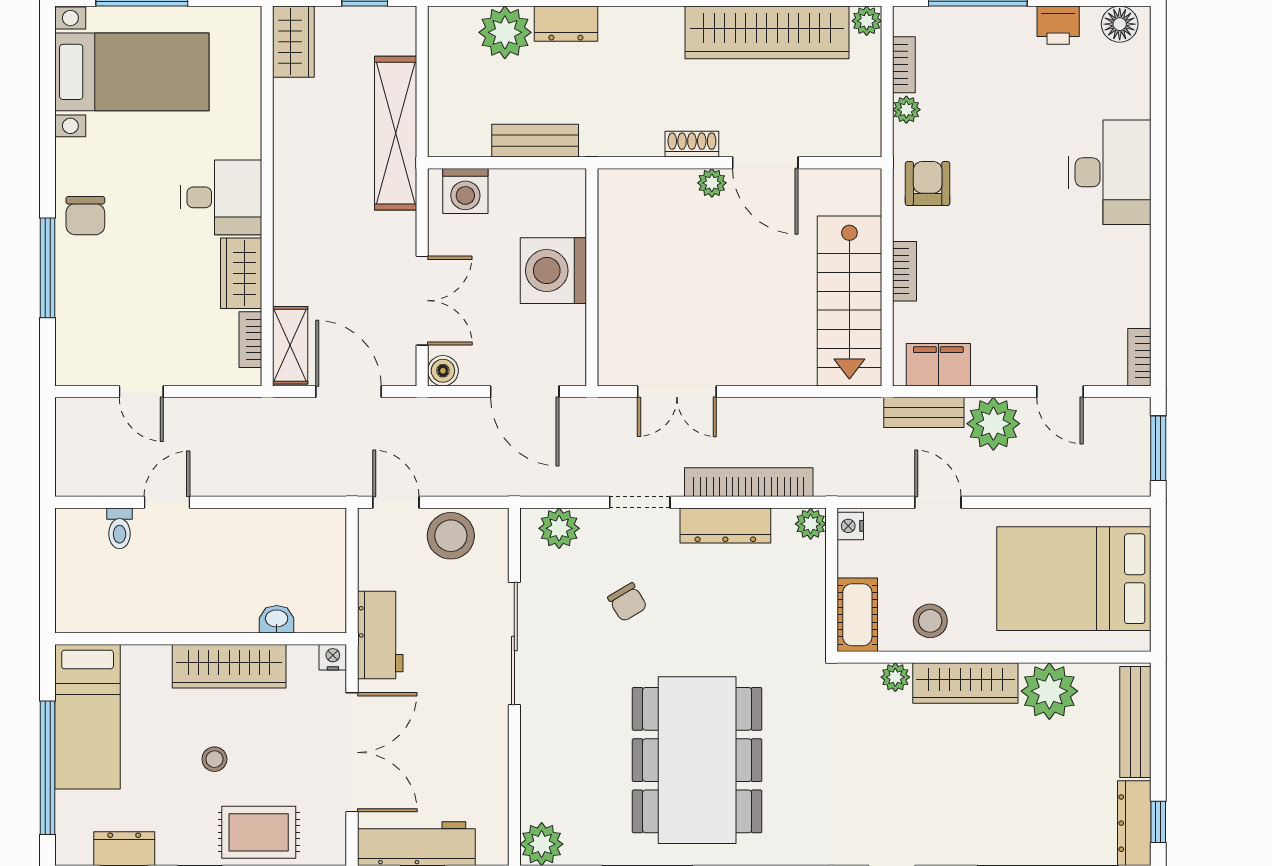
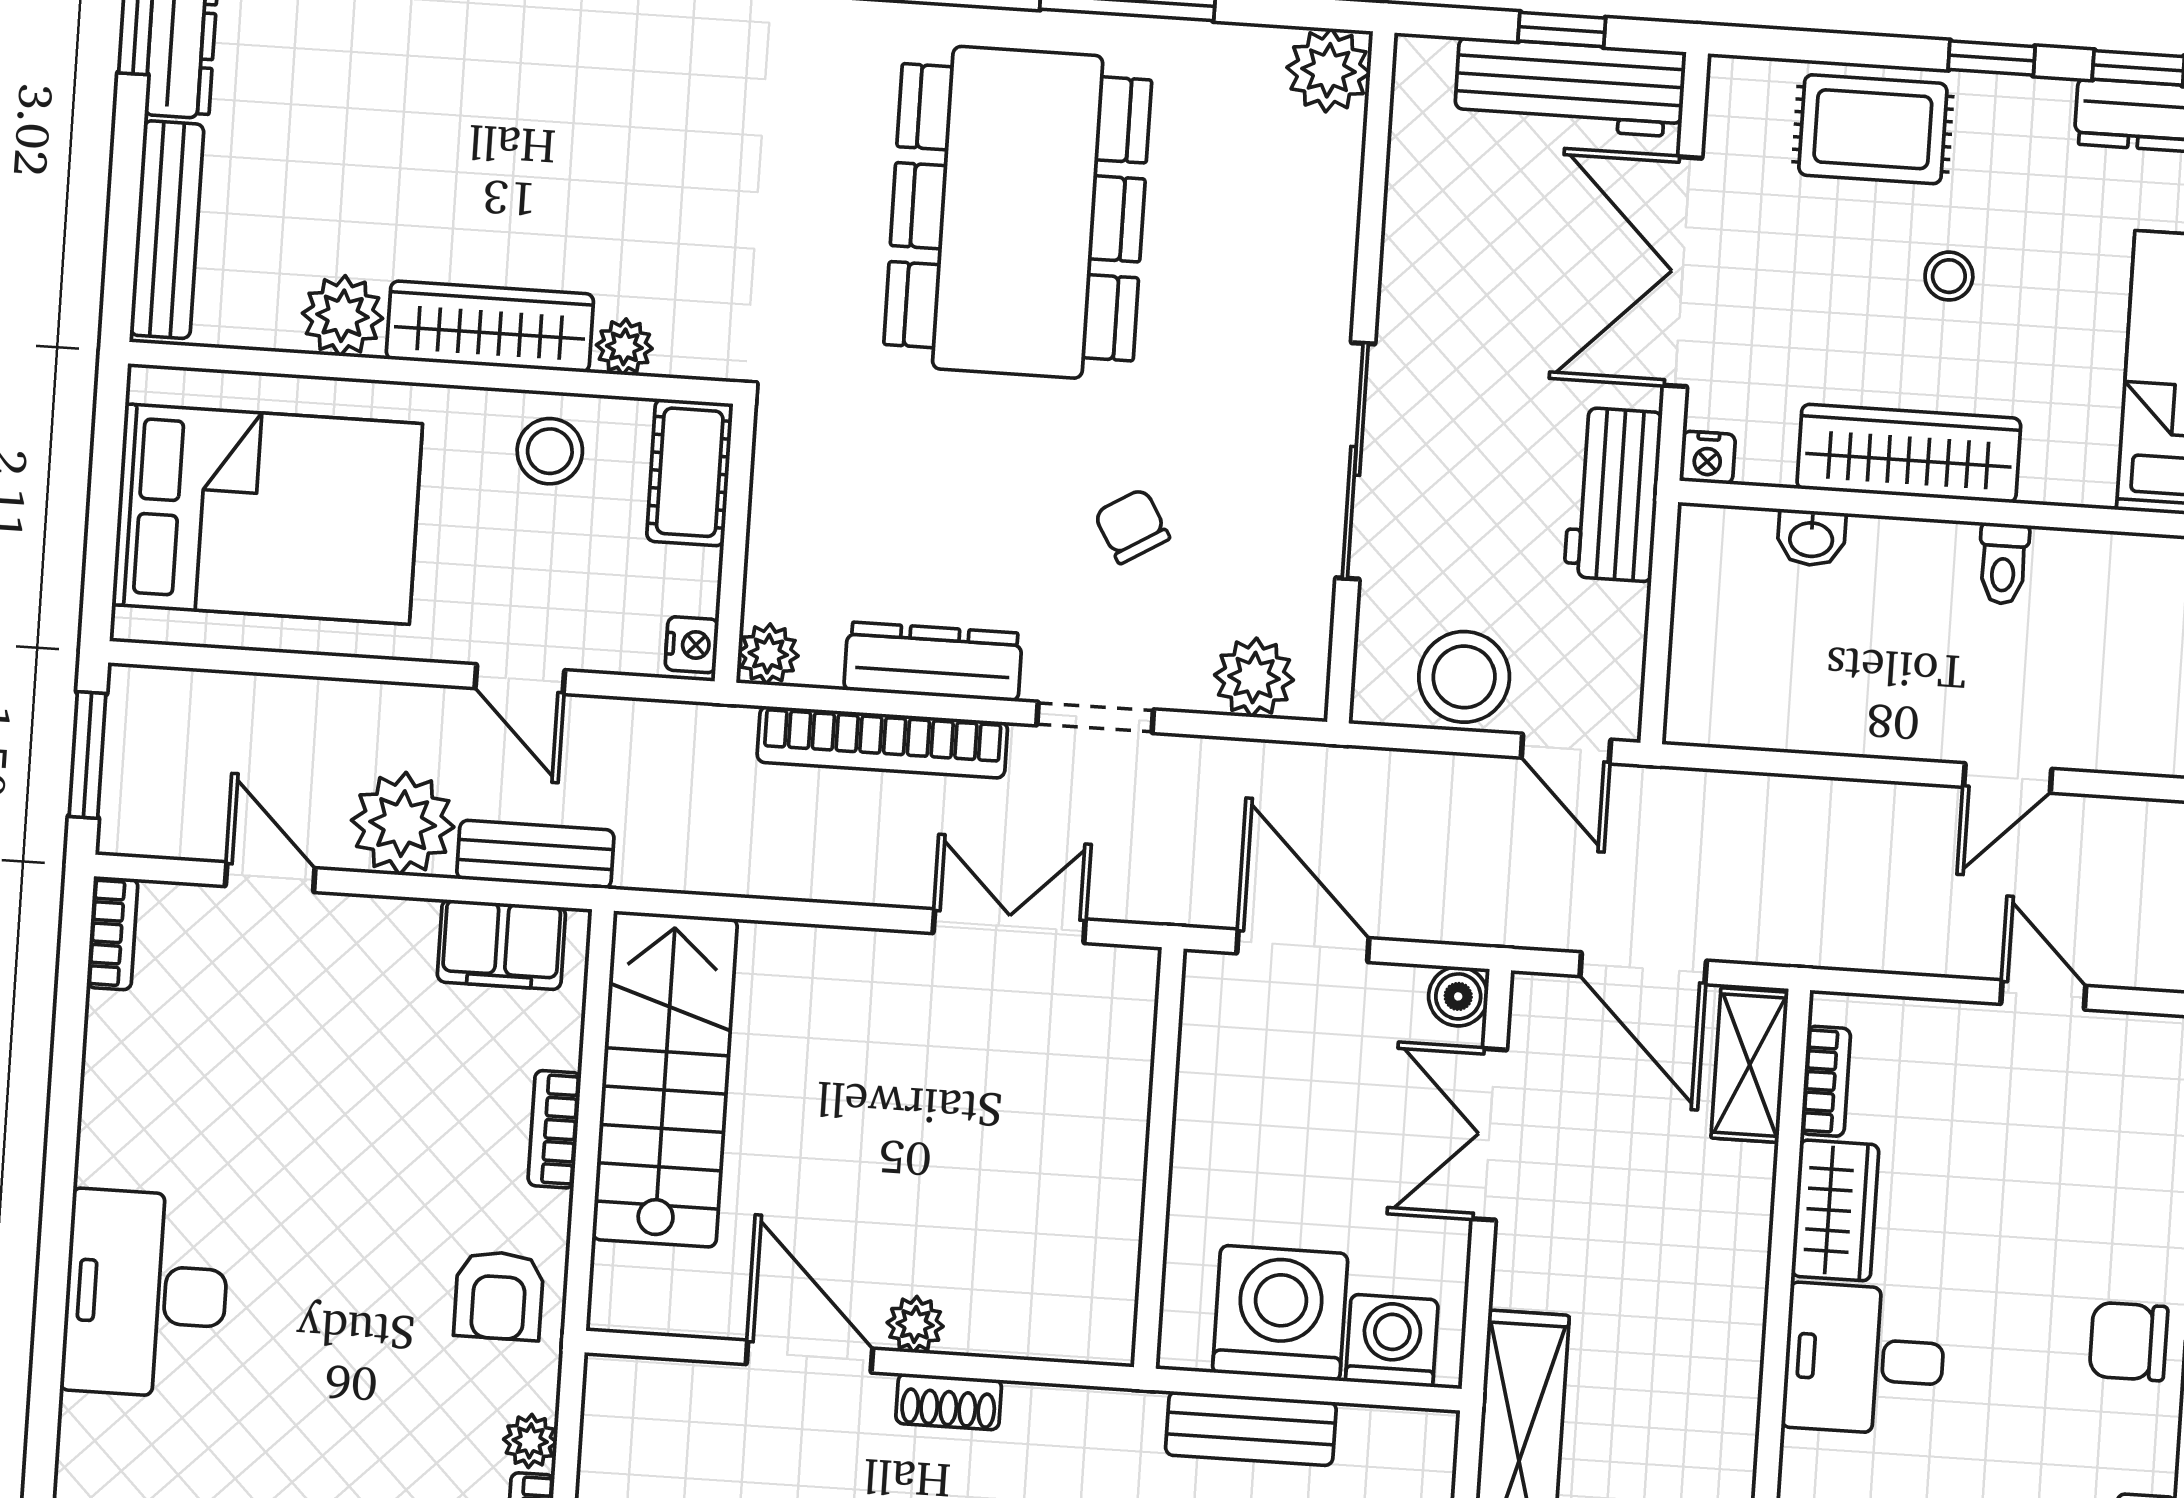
chair: (85, 216) -> (2128, 1341), turned -90
washing machine: (553, 271) -> (1280, 1313), moved, turned -90
toilet: (120, 528) -> (2003, 564), moved, turned 180
plant: (1049, 691) -> (343, 316), width x0.73, depth x0.73

